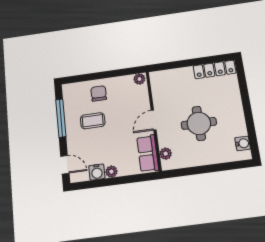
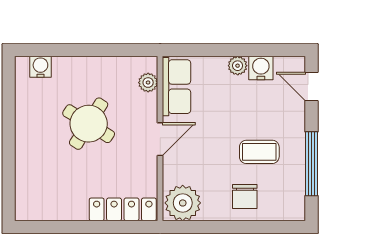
locker: (215, 69) -> (123, 209), moved
plant: (139, 79) -> (183, 203), width x1.88, depth x1.88
round table: (199, 123) -> (89, 124), turned 32
water cooler: (243, 143) -> (40, 67), moved, turned 90

